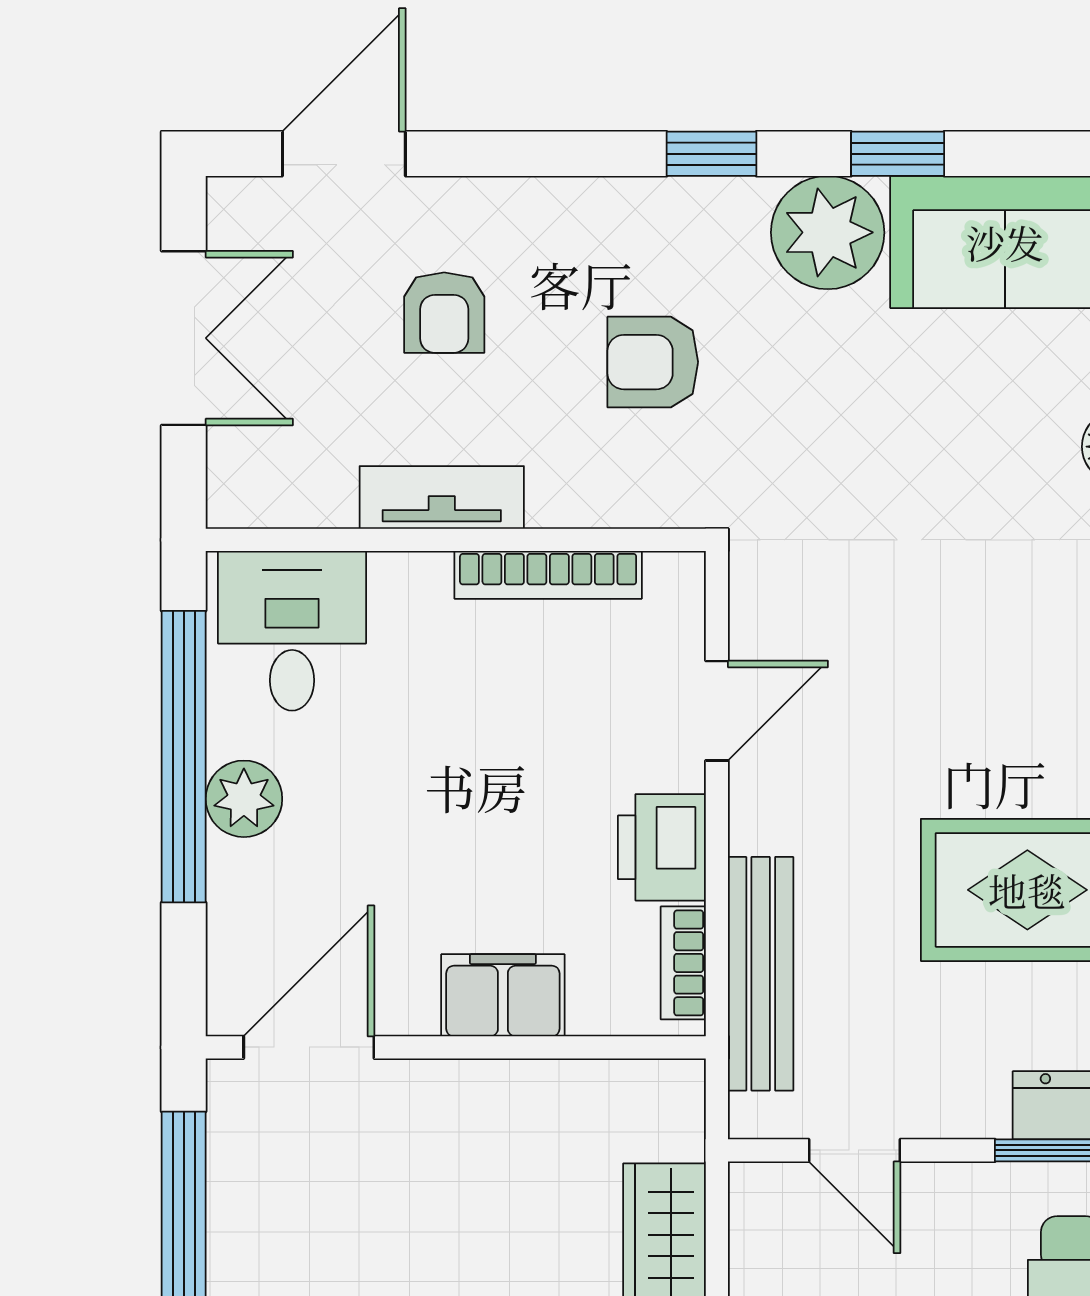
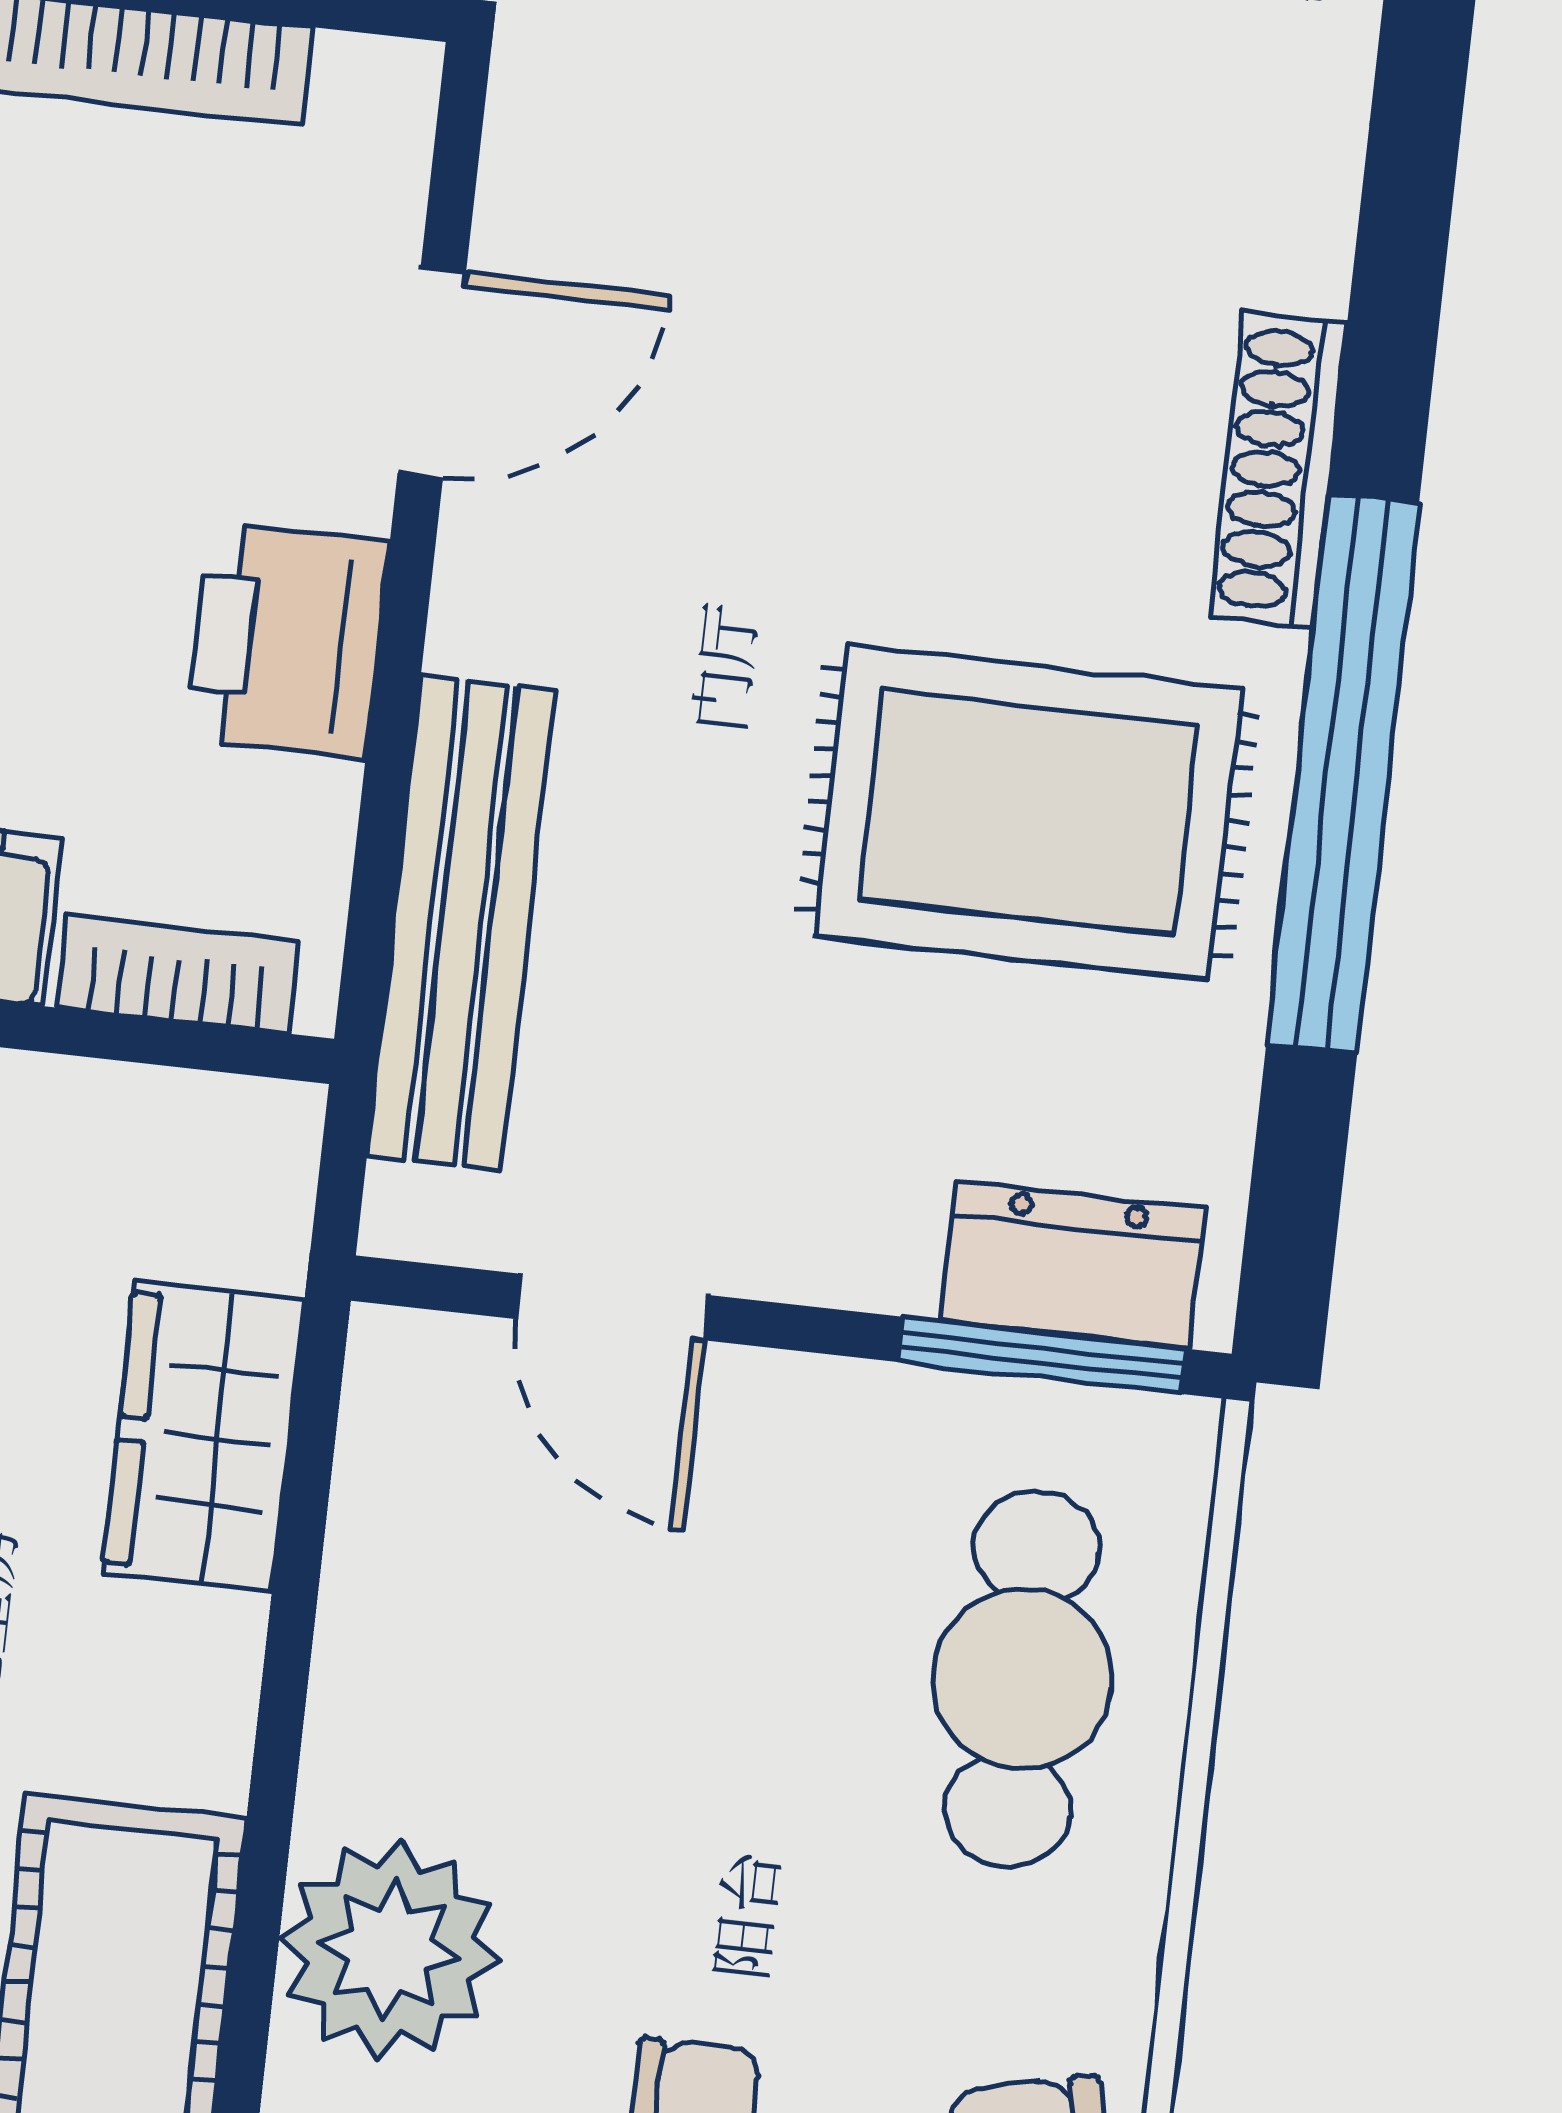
bookcase: (683, 963) -> (177, 974), moved, turned 90

